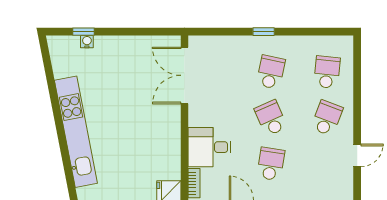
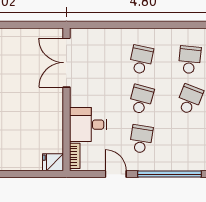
window: (264, 32) -> (135, 25), removed
school desk: (271, 118) -> (141, 99), turned 39

